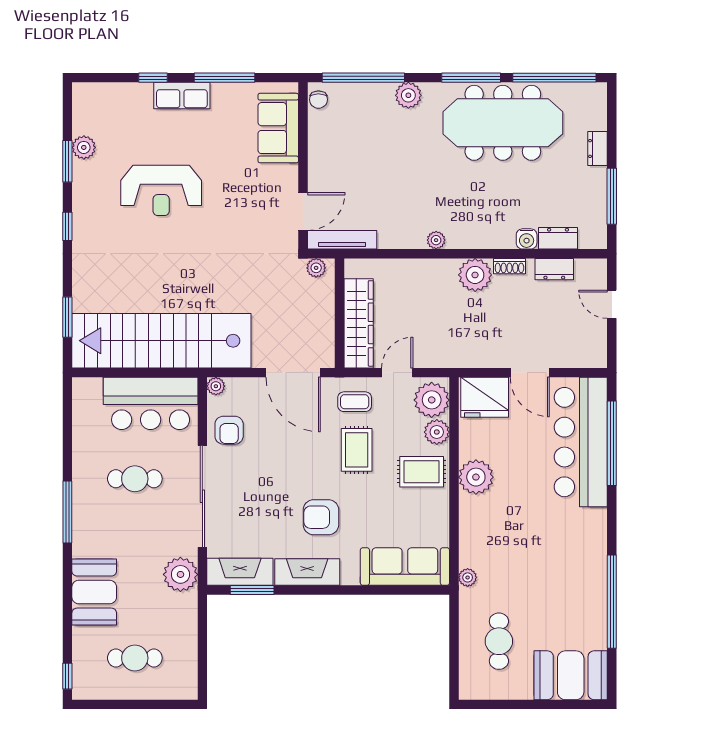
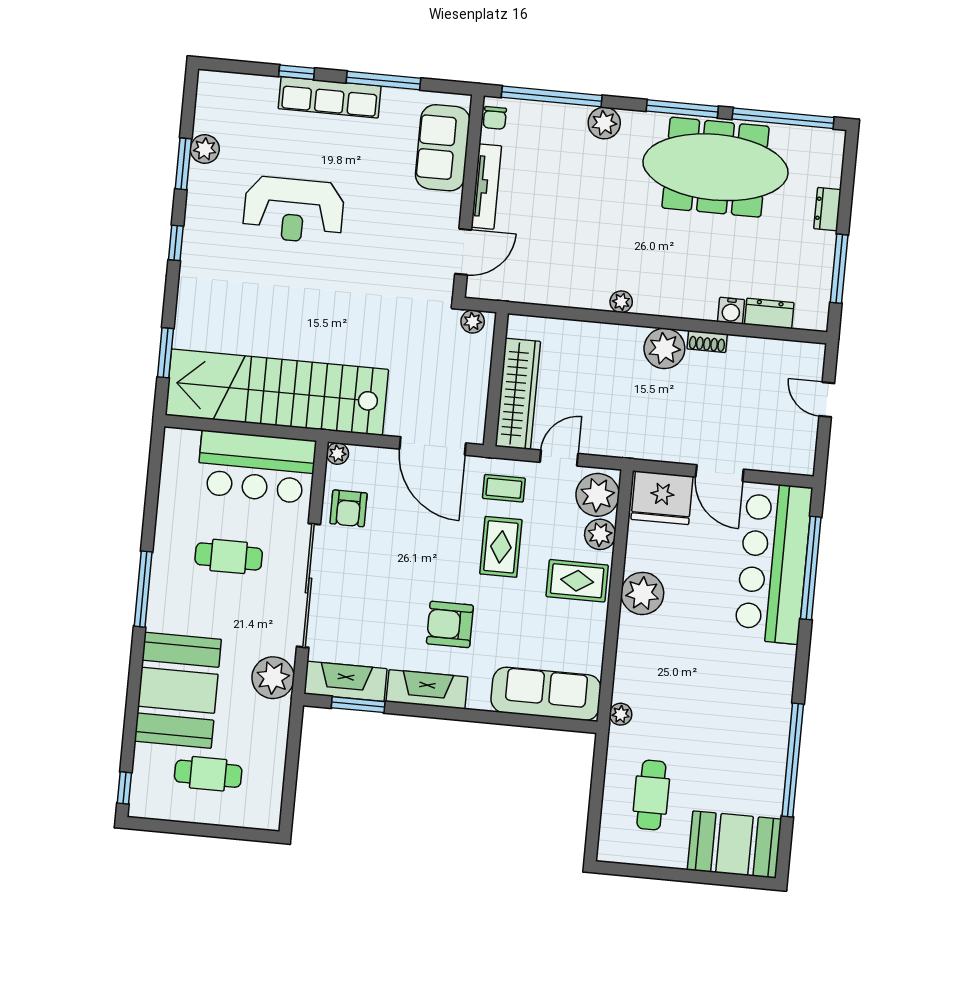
row of seats: (182, 96) -> (330, 97), width x1.48
tv unit: (342, 240) -> (486, 187), moved, turned 90
dresser: (554, 269) -> (761, 350), removed
booth: (94, 592) -> (178, 690), width x1.36, depth x1.42

